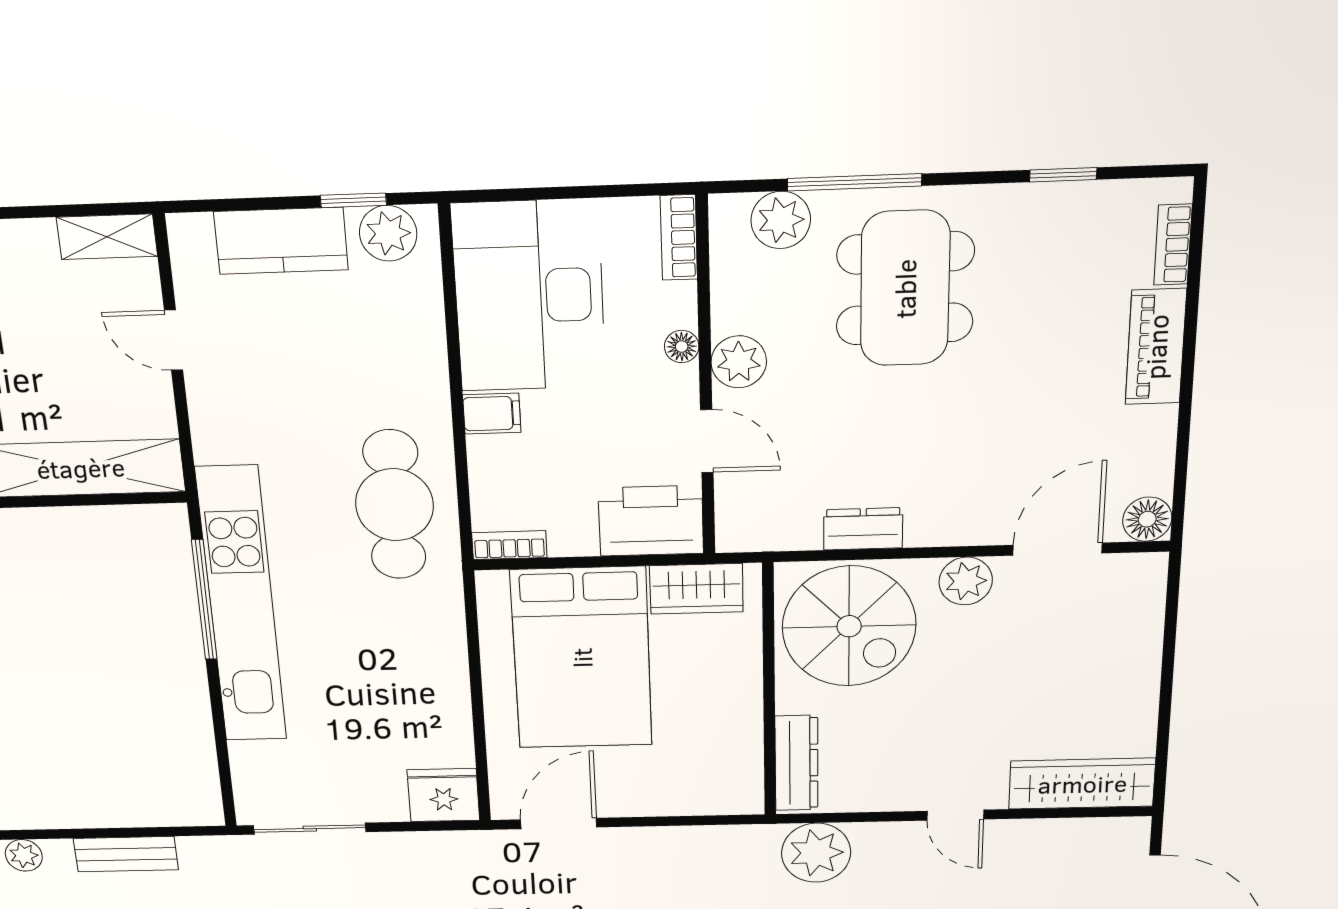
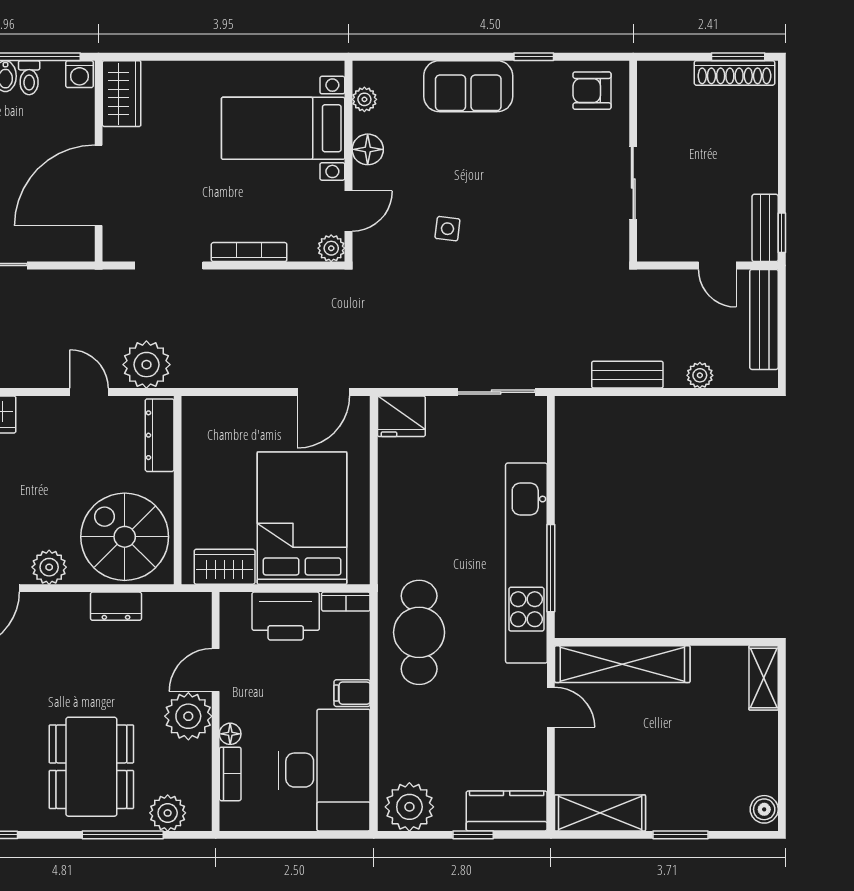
window: (353, 200) -> (473, 835), moved
plant: (388, 233) -> (409, 807), width x1.36, depth x1.36
shelving: (107, 237) -> (600, 813), width x1.50, depth x1.33
bookcase: (679, 238) -> (230, 774), moved
kitchen counter: (281, 241) -> (507, 811), moved
door: (174, 340) -> (551, 707), moved
plant: (739, 362) -> (188, 716), width x1.36, depth x1.36
door: (707, 441) -> (216, 670), hinge flipped
printer: (651, 521) -> (286, 616), moved
door: (955, 815) -> (89, 392), moved

